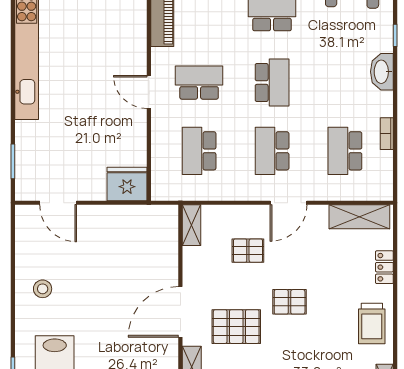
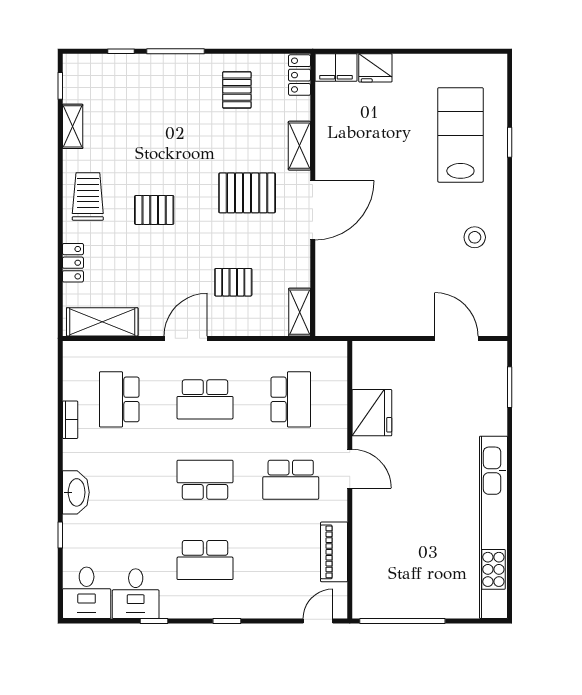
school desk: (272, 83) -> (205, 480), turned 90
school desk: (272, 151) -> (205, 399), turned 90
school desk: (345, 151) -> (119, 399), turned 180
fridge: (127, 184) -> (372, 413), moved, turned -90
pallet: (290, 302) -> (154, 210), moved

